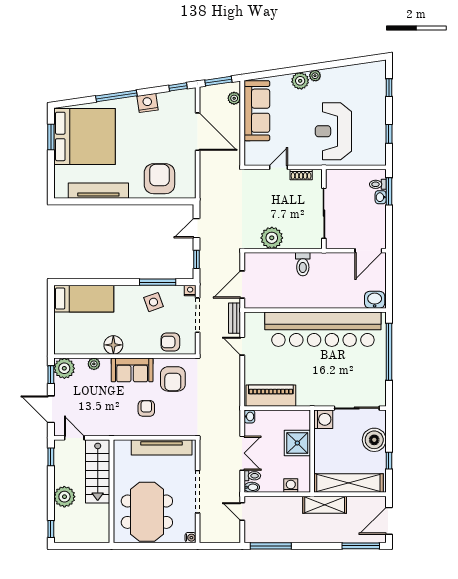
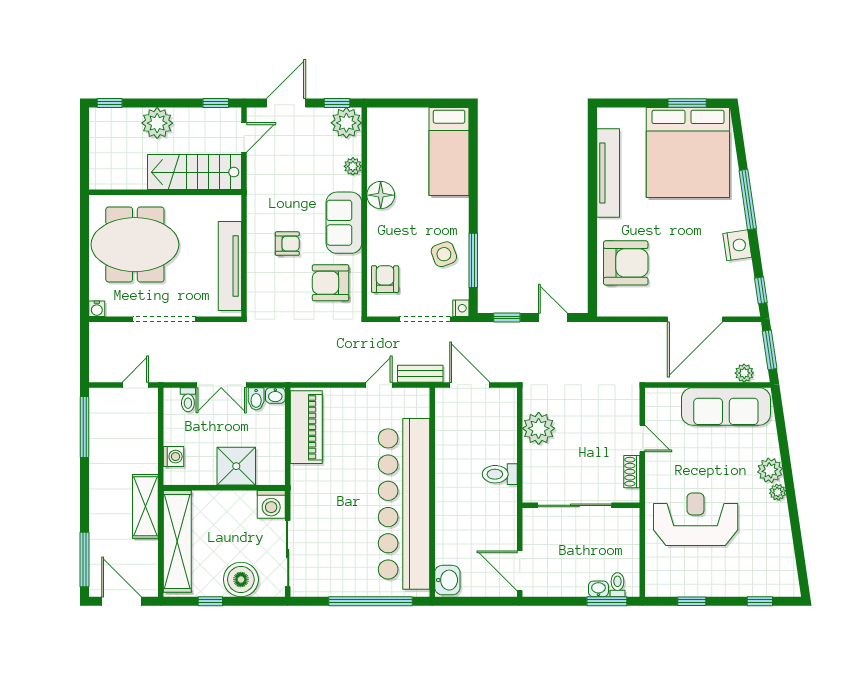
bidet: (252, 487) -> (256, 399), moved

